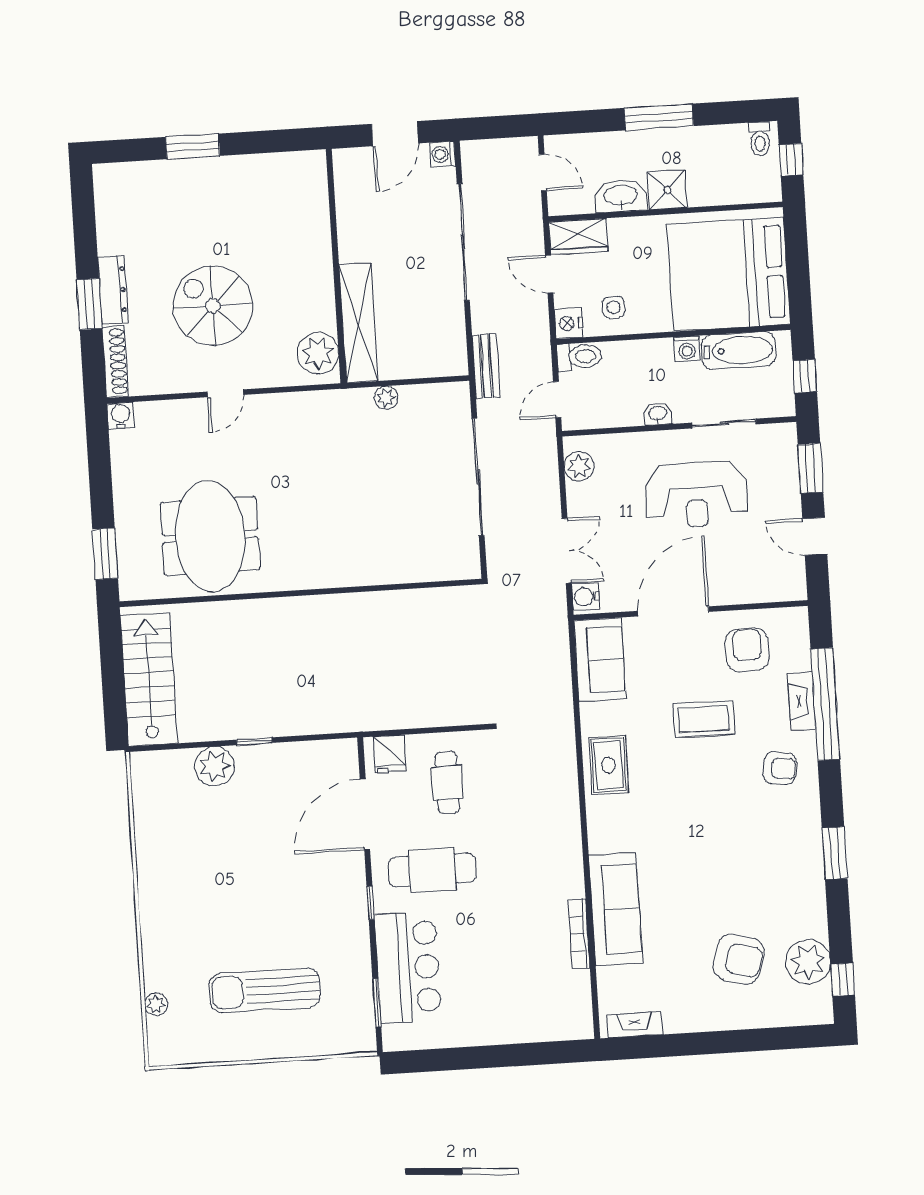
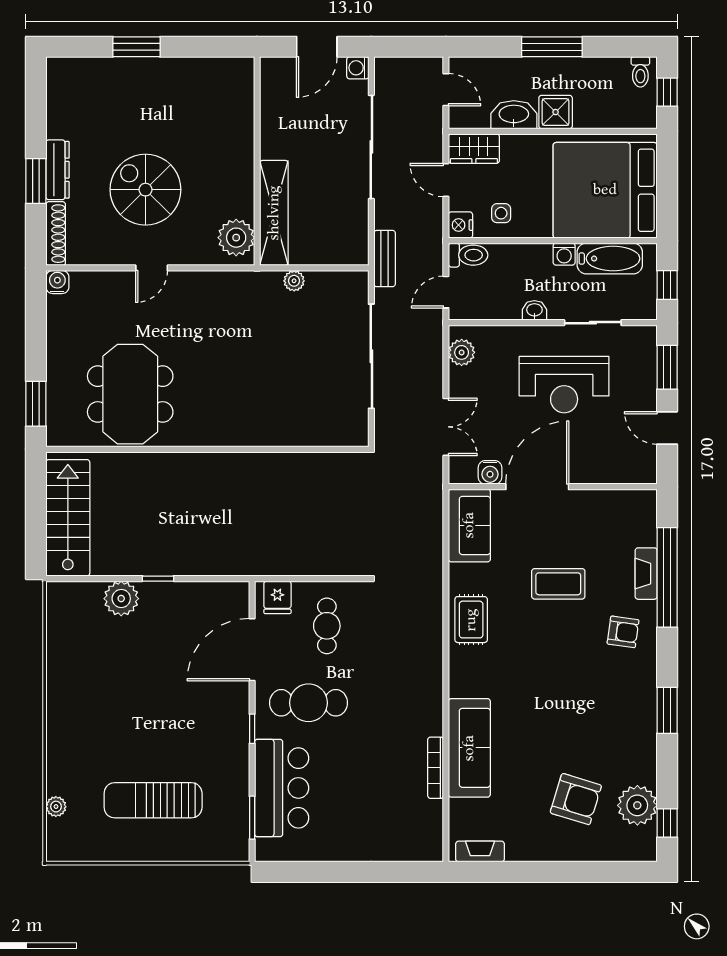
water cooler: (586, 597) -> (490, 472), moved, turned -90
armchair: (747, 650) -> (601, 525), removed

